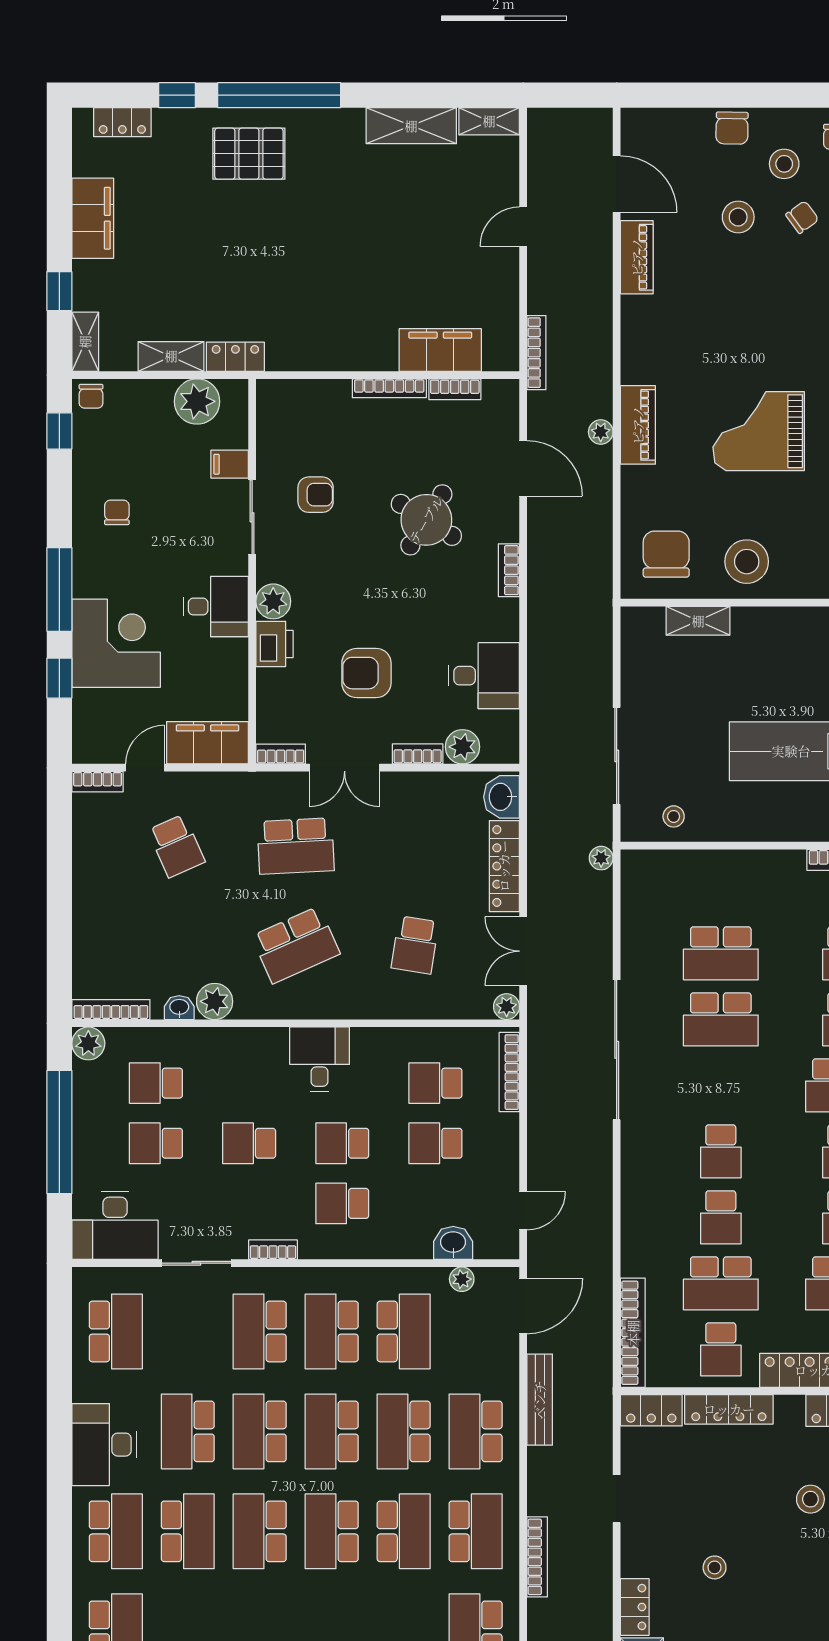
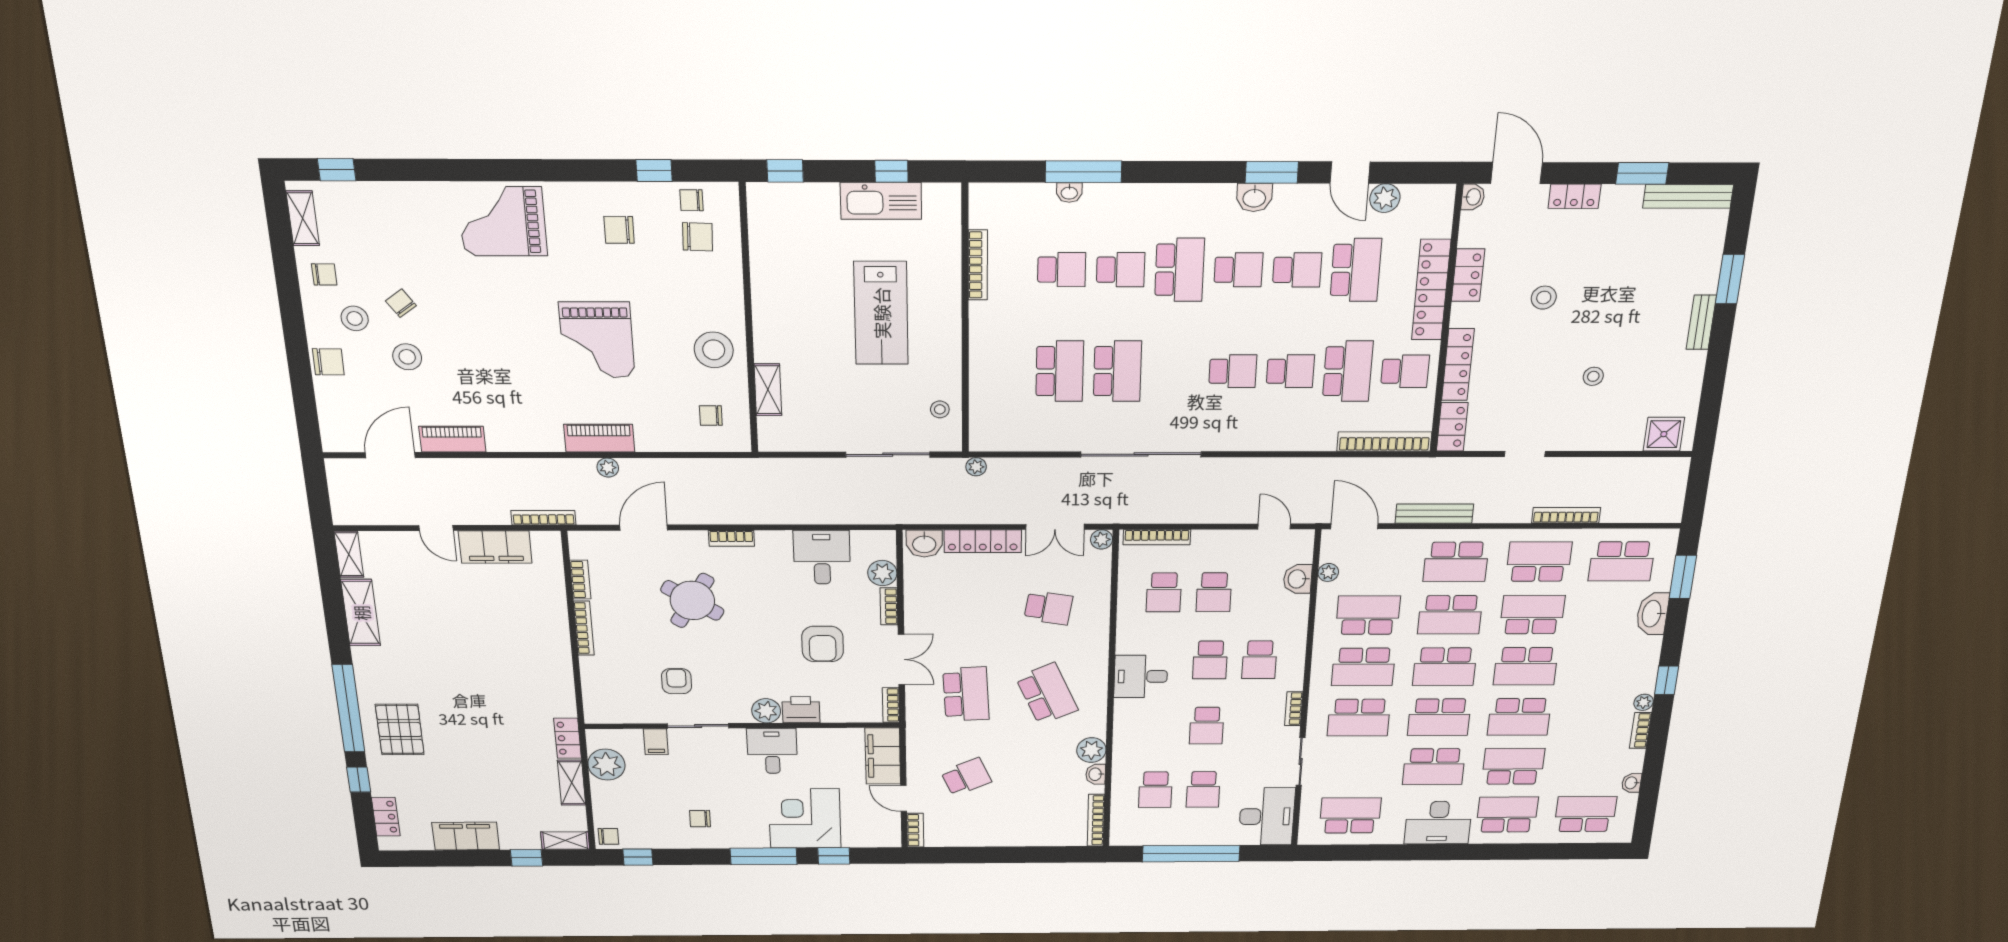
filing cabinet: (440, 350) -> (495, 547), moved, turned -90
chair: (666, 554) -> (711, 415), width x0.54, depth x0.54
plant: (88, 1043) -> (1122, 835), removed
locker: (635, 1607) -> (1619, 440), removed

